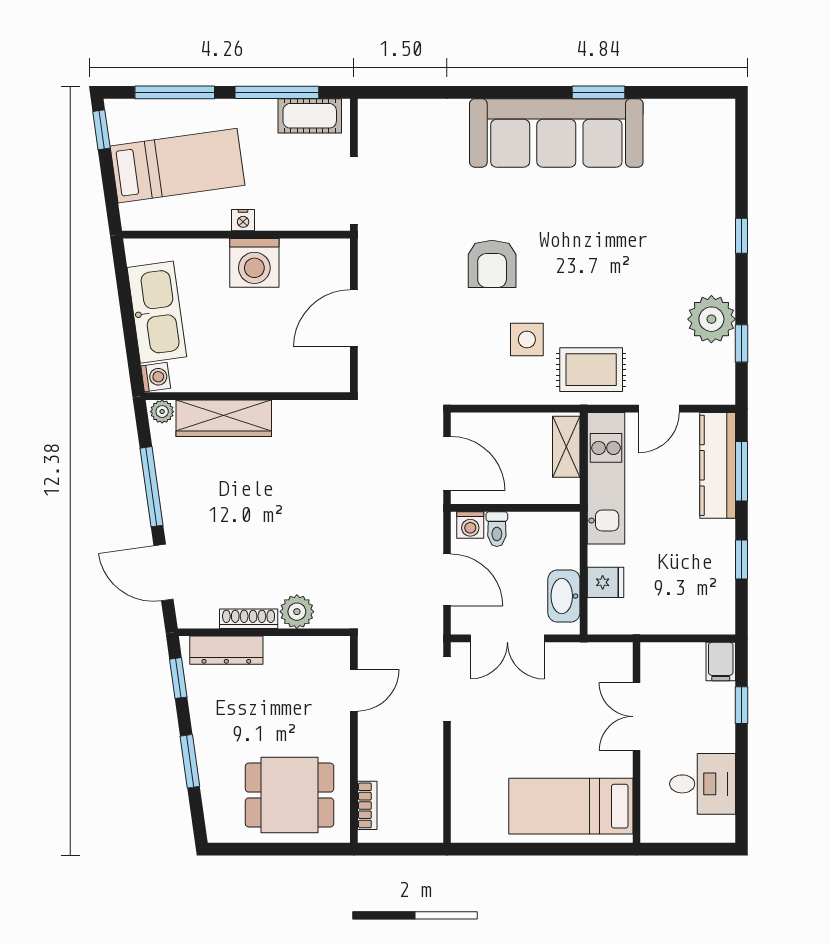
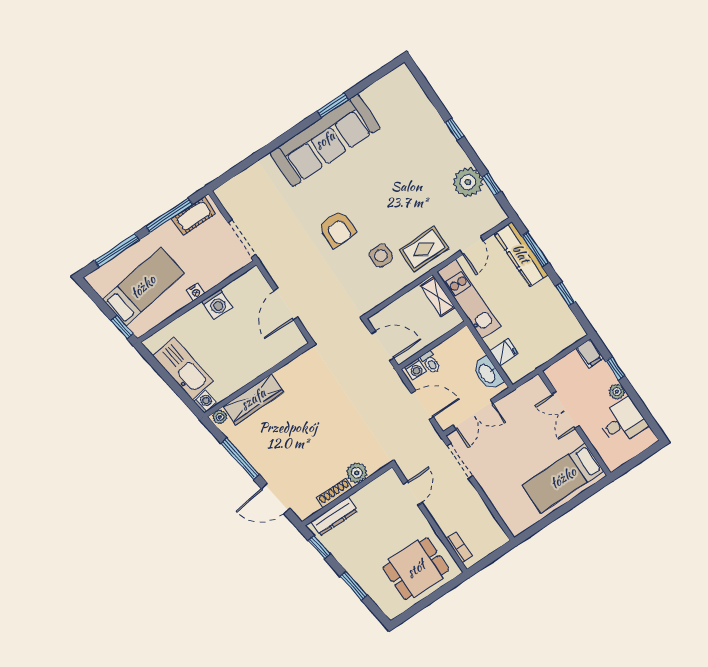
window: (101, 130) -> (122, 327), moved
washing machine: (254, 263) -> (217, 304), width x0.73, depth x0.73
plant: (722, 738) -> (617, 392), added

